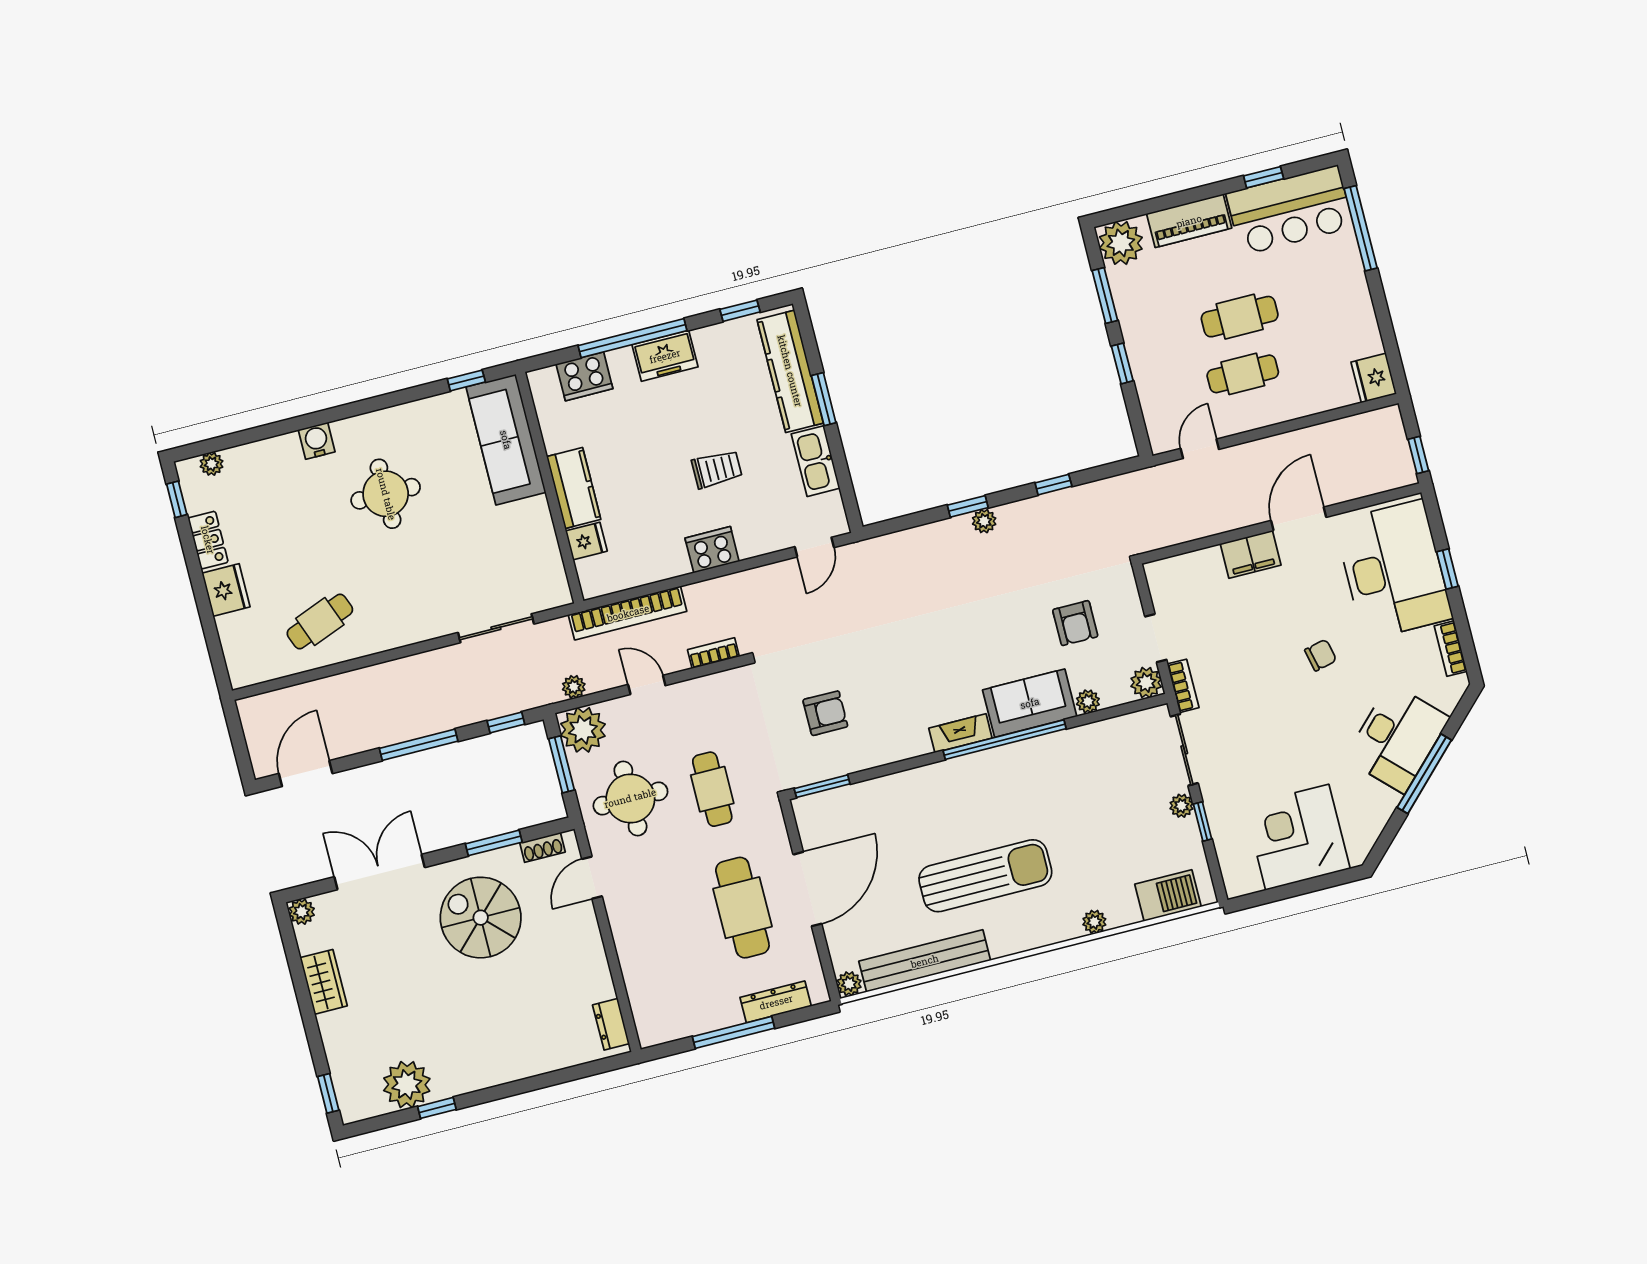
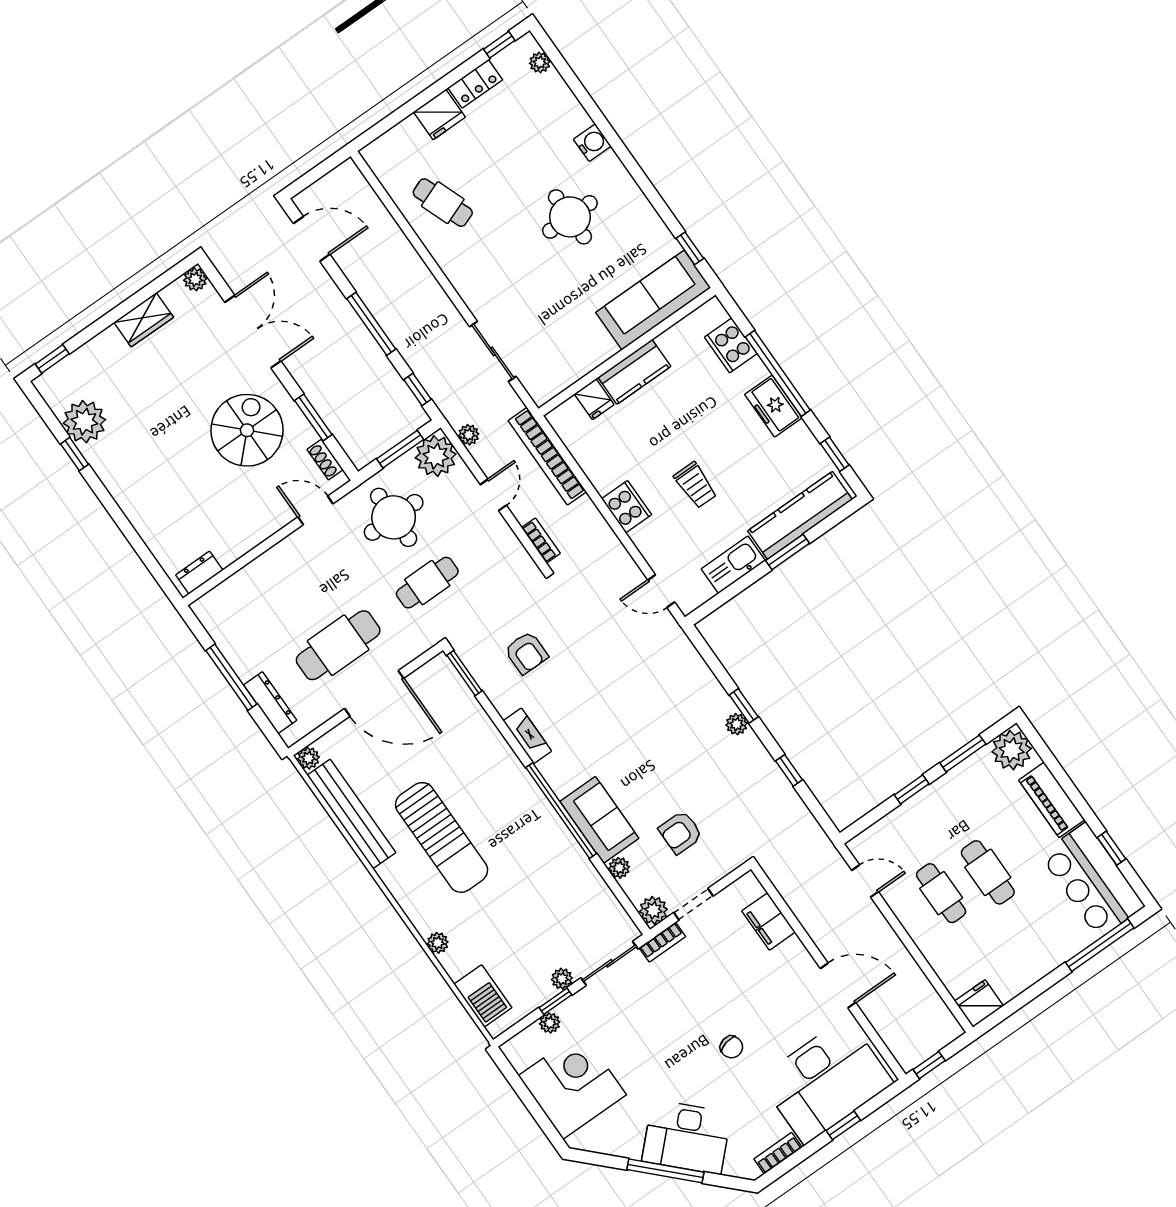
filing cabinet: (1251, 554) -> (768, 922), moved
fireplace: (960, 733) -> (527, 736), moved
plant: (1223, 836) -> (550, 1023), added

